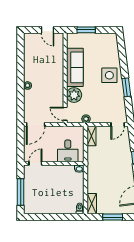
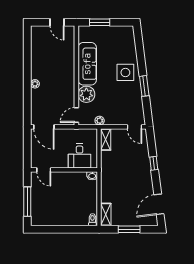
door: (65, 114) -> (76, 115), hinge flipped
door: (36, 124) -> (44, 127), hinge flipped
door: (118, 124) -> (135, 127), hinge flipped
door: (35, 163) -> (44, 170), swing flipped

